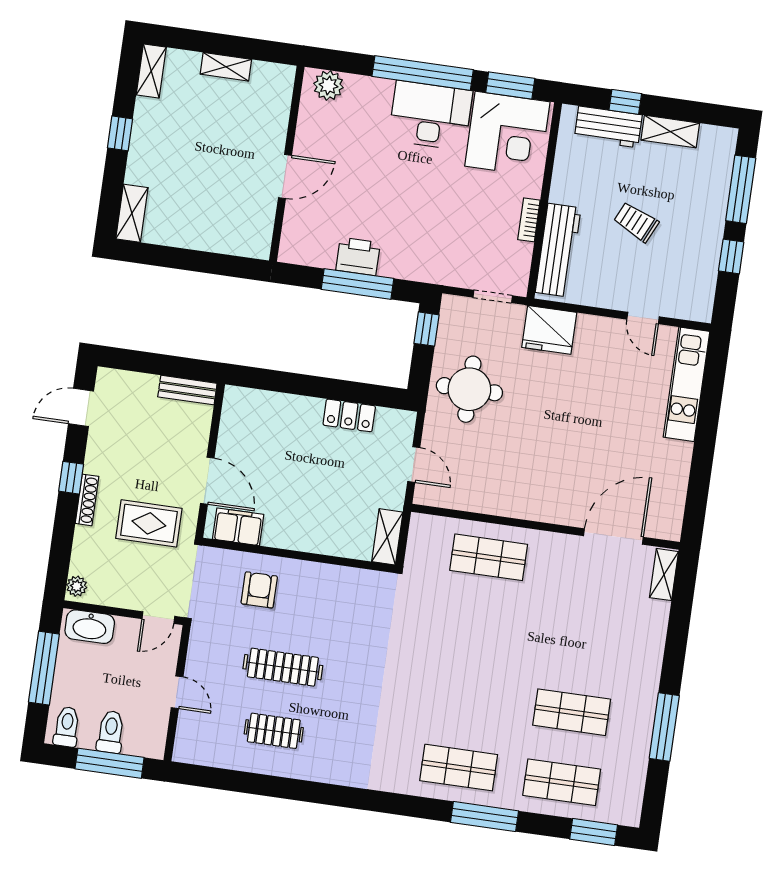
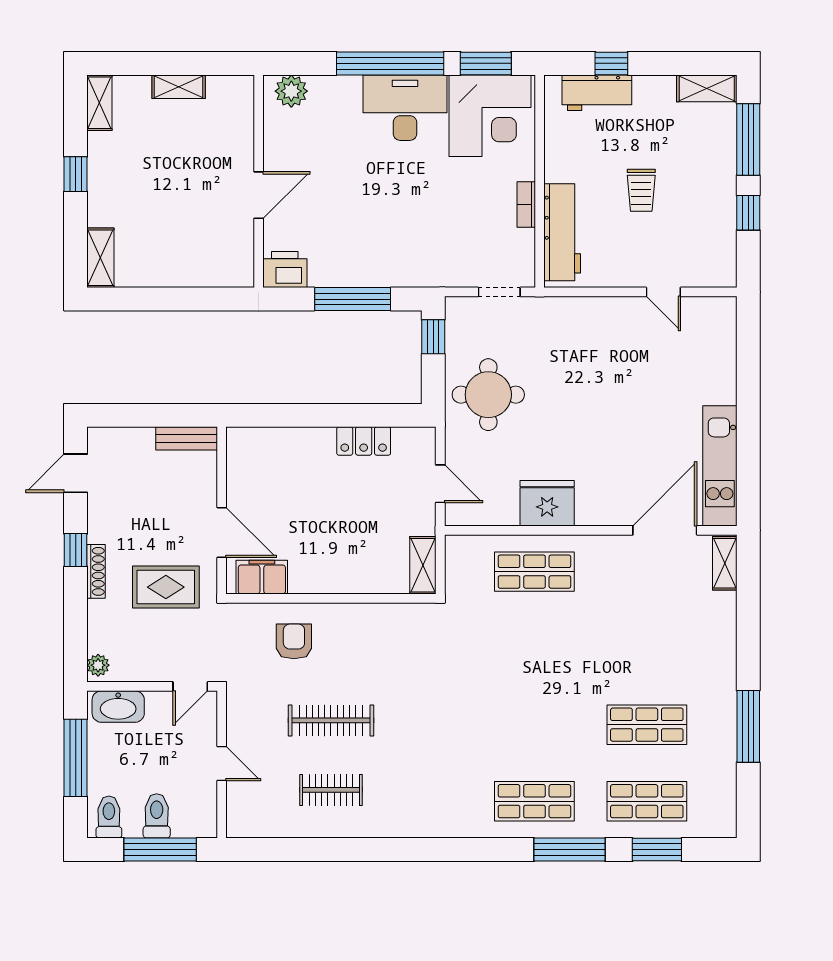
shelving: (670, 132) -> (707, 88), moved
trolley: (636, 222) -> (641, 190), turned -115
printer: (358, 256) -> (285, 270), moved
fridge: (549, 330) -> (547, 503), moved, turned 180
kitchen unit: (687, 384) -> (720, 466), moved
window: (594, 832) -> (657, 850), moved

